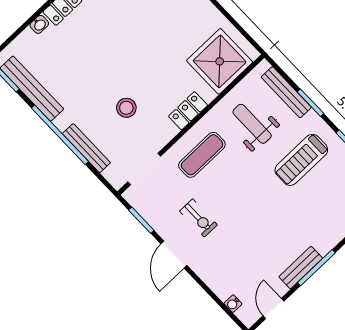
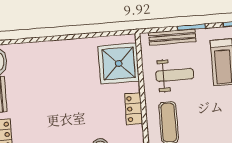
weight bench: (252, 124) -> (175, 75), turned 180

